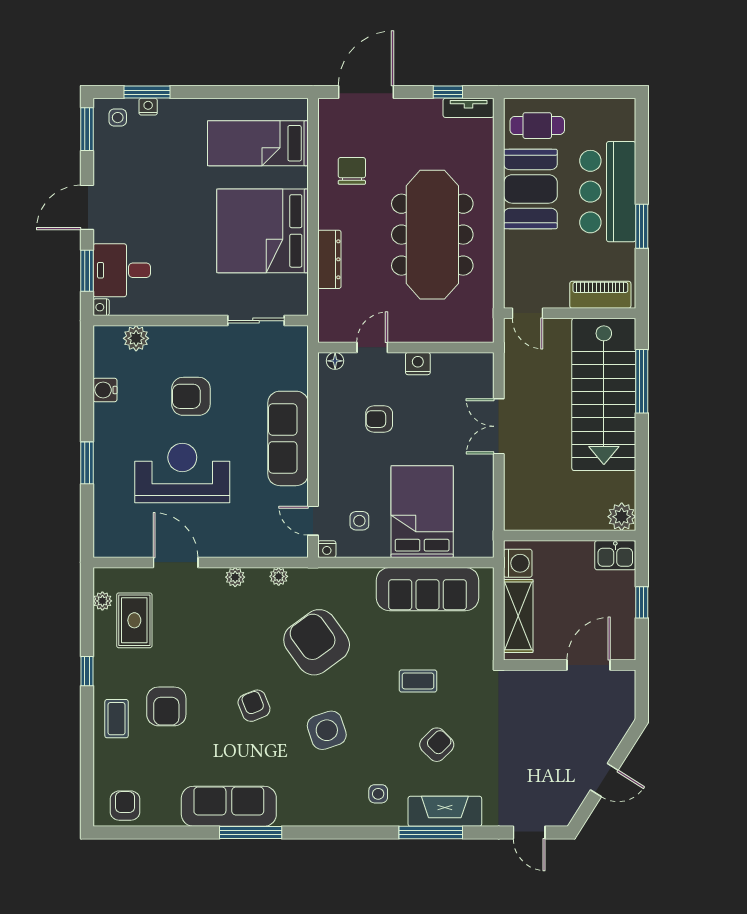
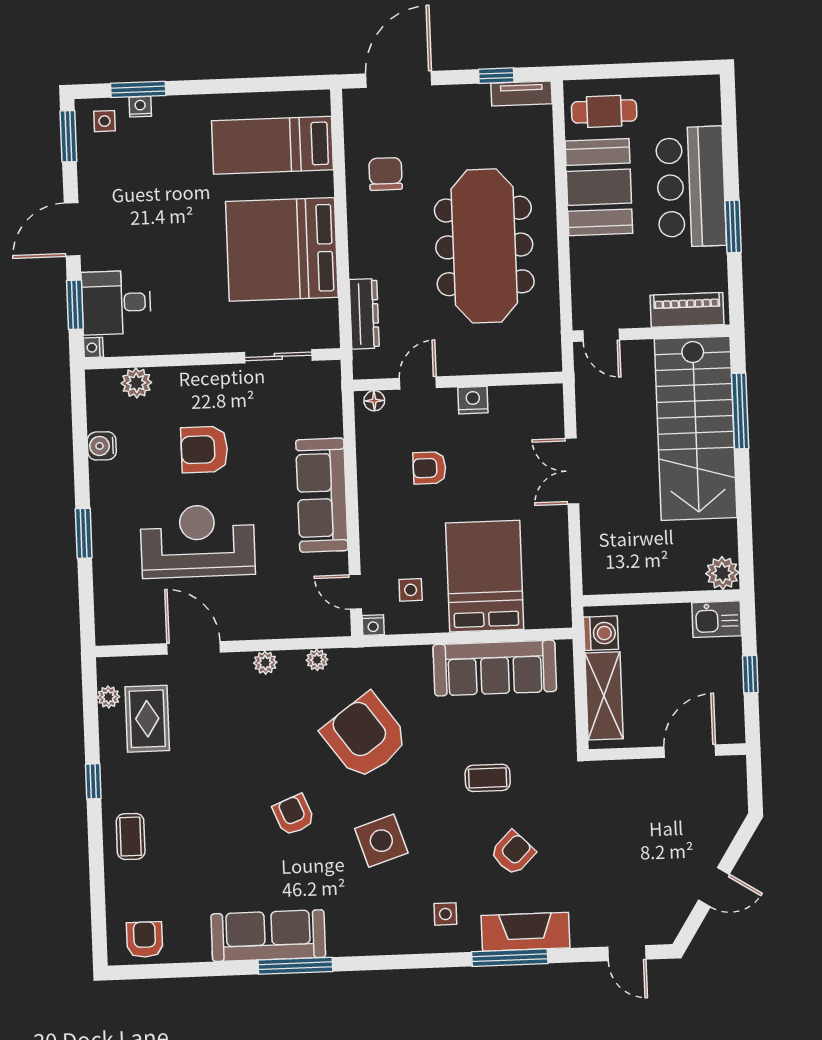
dresser: (329, 259) -> (364, 314), moved
armchair: (166, 706) -> (189, 820), removed

